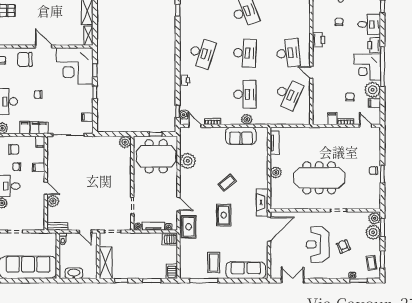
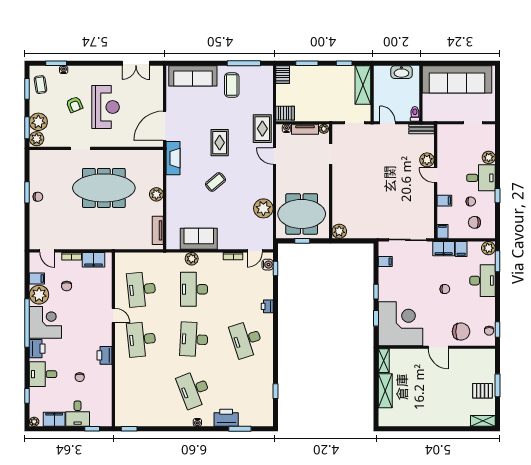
desk: (202, 53) -> (246, 339), turned -36
desk: (288, 94) -> (141, 289), turned -30
filing cabinet: (332, 119) -> (94, 260), width x2.00
door: (195, 126) -> (255, 251), hinge flipped

